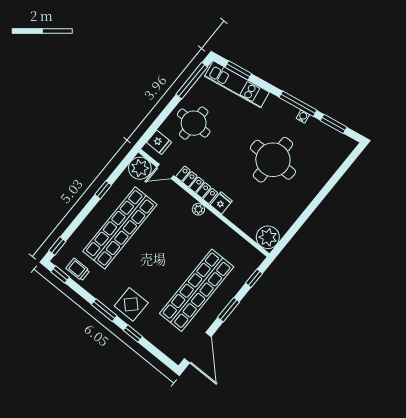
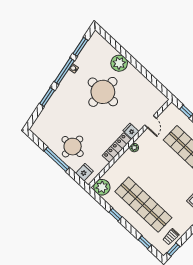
window: (238, 70) -> (47, 97), moved
window: (192, 81) -> (57, 159), moved
kitchen unit: (237, 84) -> (47, 114), removed
door: (165, 171) -> (151, 122), moved
plant: (268, 237) -> (119, 63), moved
window: (57, 246) -> (145, 242), moved

